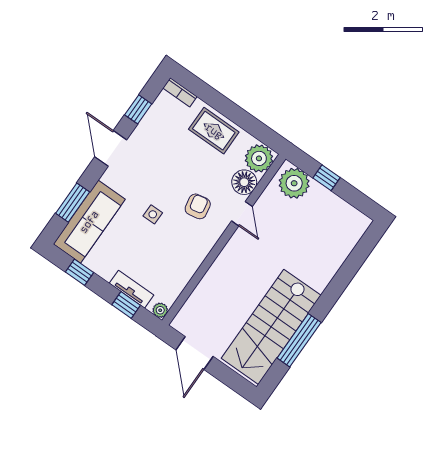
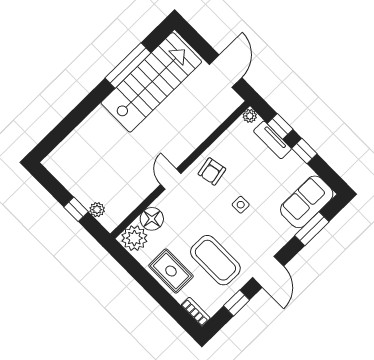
coffee table: (169, 151) -> (215, 260), added
plant: (294, 183) -> (97, 210), width x0.53, depth x0.53
armchair: (198, 206) -> (212, 171), moved
door: (242, 214) -> (171, 179), moved
sofa: (89, 222) -> (307, 202), width x0.73
window: (79, 272) -> (304, 151), moved

